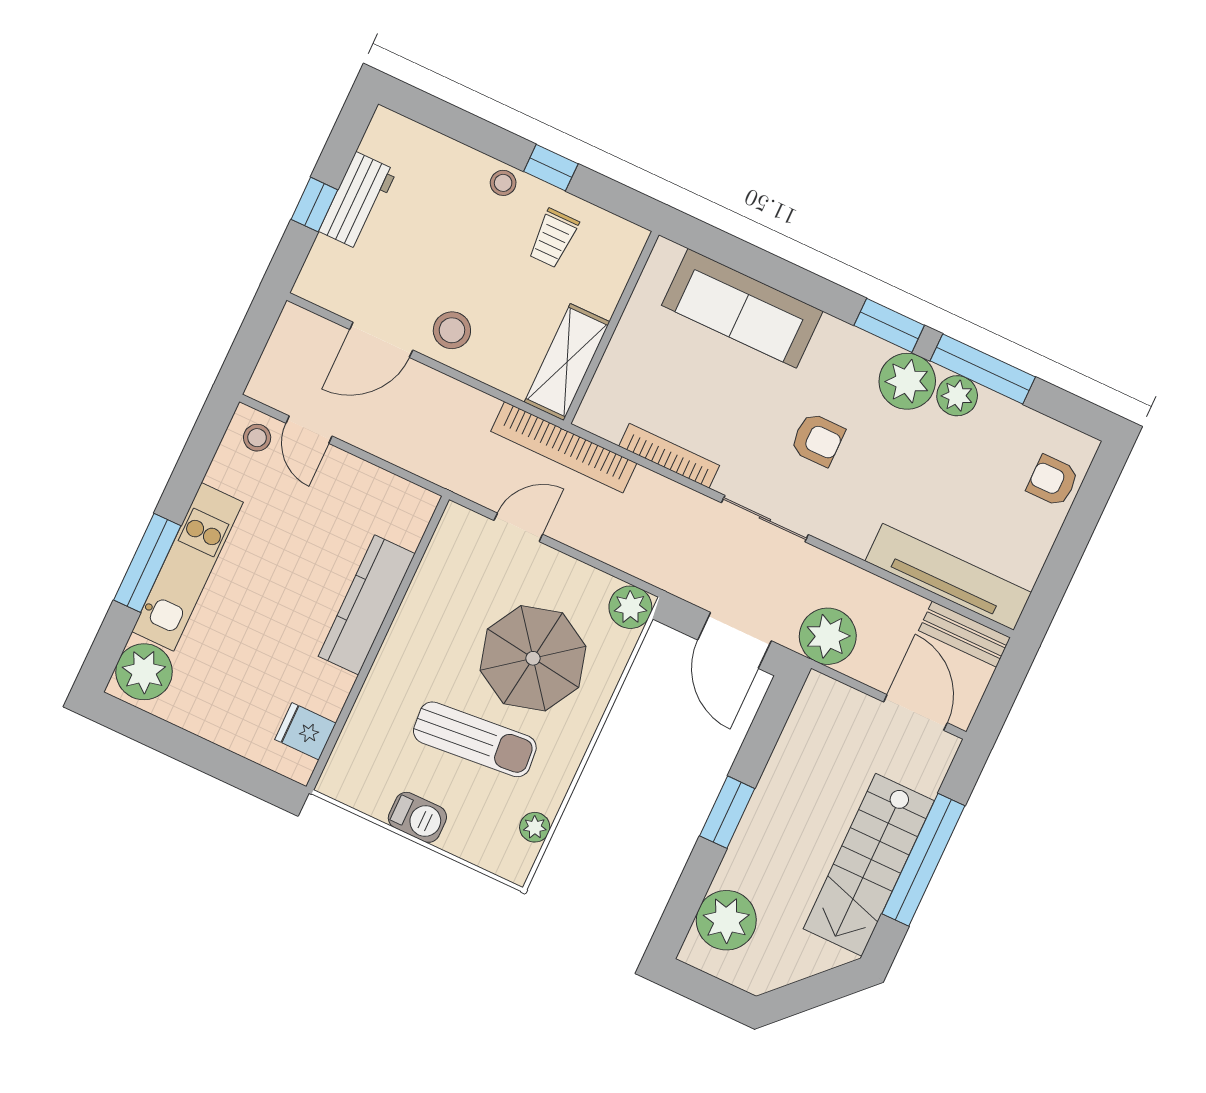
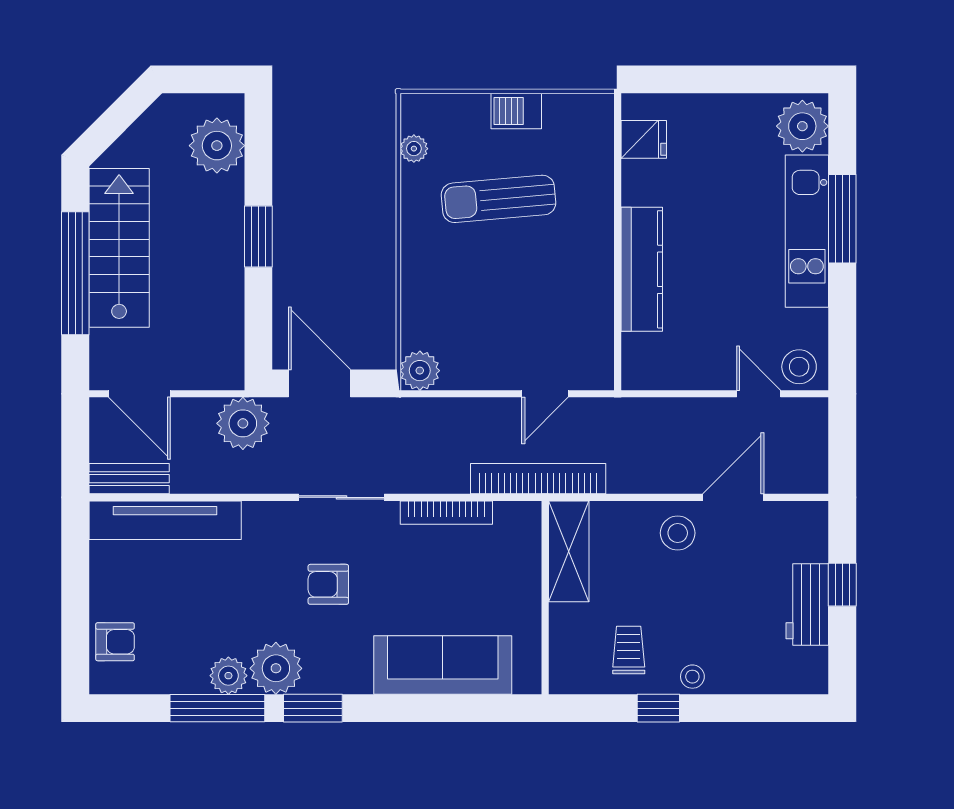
stool: (257, 438) -> (799, 367), width x1.37, depth x1.37
parasol: (533, 658) -> (481, 290), removed

